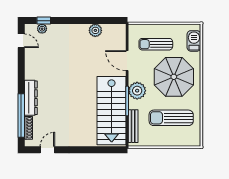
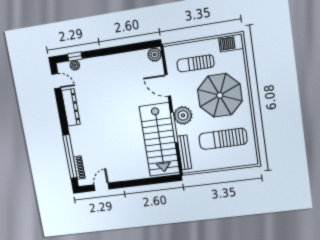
plant: (95, 30) -> (155, 55), moved
barbecue: (194, 41) -> (231, 43), moved, turned -90
dresser: (31, 98) -> (71, 107), moved

